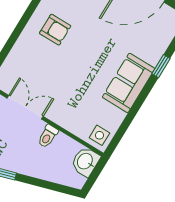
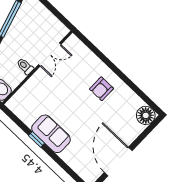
window: (161, 66) -> (36, 139), moved
side table: (99, 135) -> (17, 104), removed

